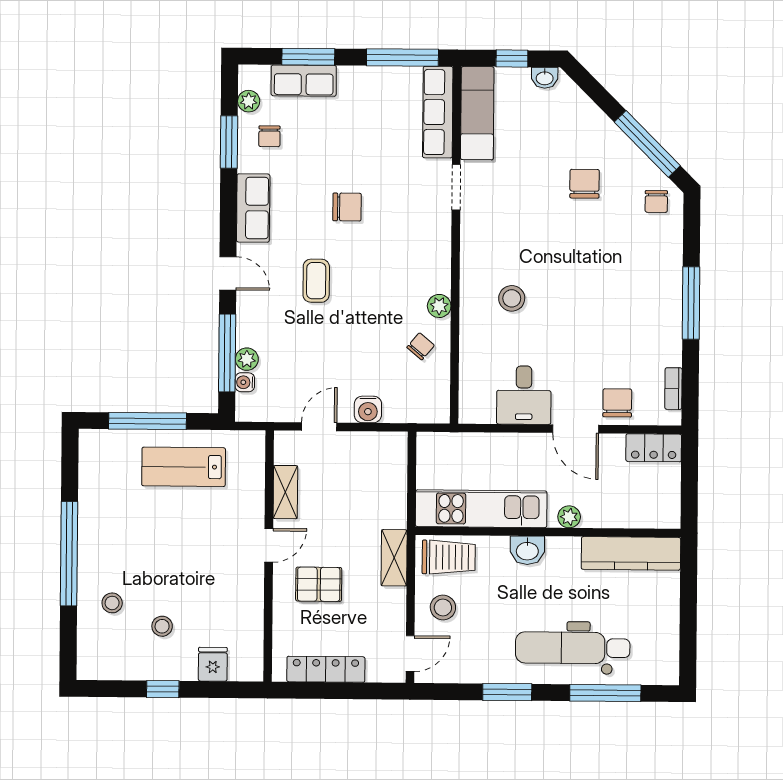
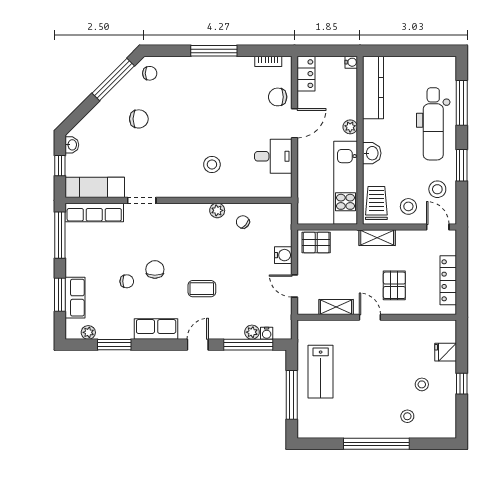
chair: (269, 136) -> (127, 281), moved
chair: (585, 184) -> (139, 119), turned 180
pallet: (387, 462) -> (316, 243), added
water cooler: (671, 519) -> (351, 62), added
stool: (470, 653) -> (437, 189), added

